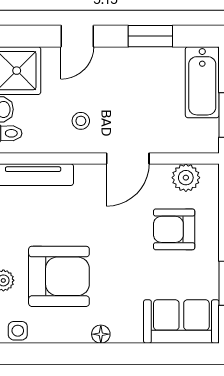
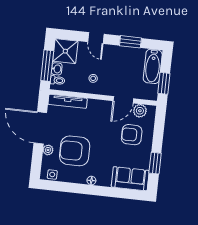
door: (77, 36) -> (96, 38), hinge flipped
door: (128, 158) -> (123, 100), moved
armchair: (59, 276) -> (75, 151), turned 180

